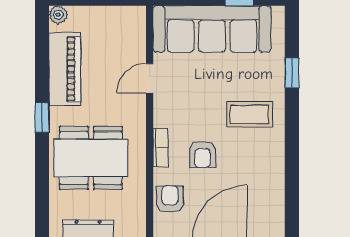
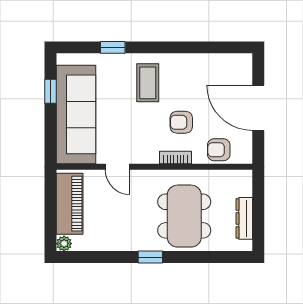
piano: (65, 69) -> (70, 204), moved, turned 90
armchair: (203, 154) -> (181, 122), turned 180

